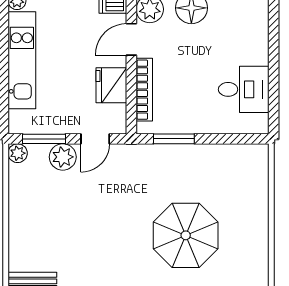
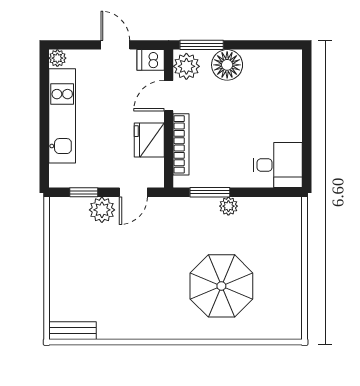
desk: (244, 89) -> (278, 165), moved
window: (44, 139) -> (84, 192), width x0.67
plant: (18, 153) -> (228, 206), moved

